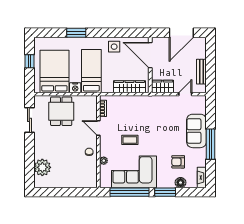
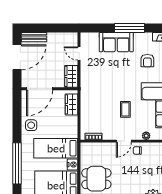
window: (76, 33) -> (17, 163), width x2.11
door: (181, 33) -> (17, 57), hinge flipped
bench: (201, 72) -> (34, 37), moved
wardrobe: (129, 87) -> (72, 104), width x0.67
door: (98, 128) -> (124, 141), moved

